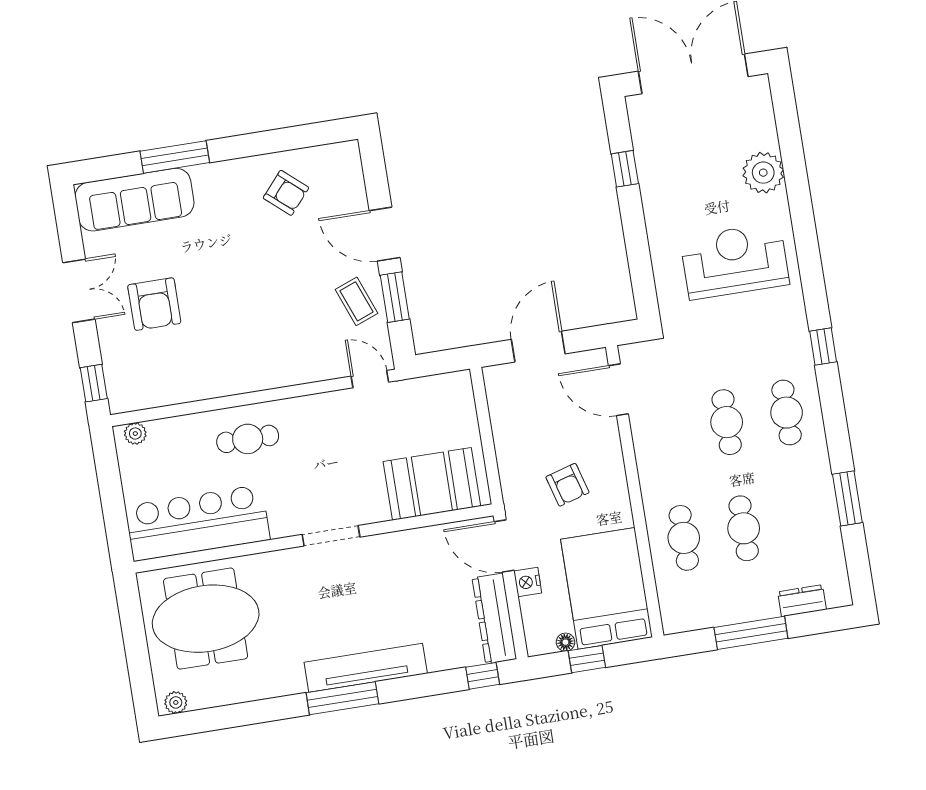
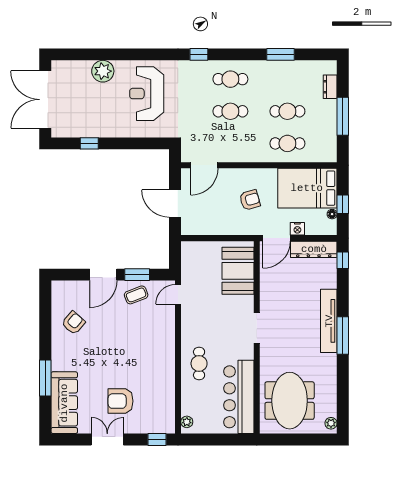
armchair: (154, 304) -> (121, 401), turned 180

